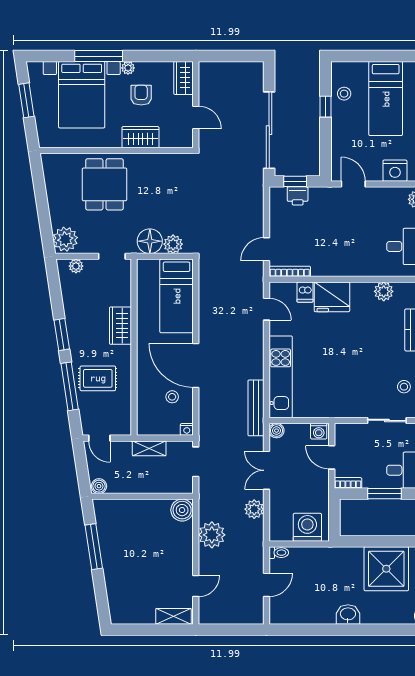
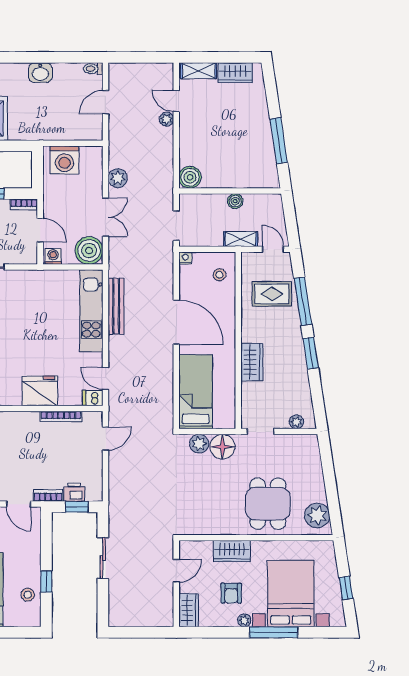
window: (26, 100) -> (346, 588), width x0.67
door: (196, 117) -> (176, 571), swing flipped
sliding door: (269, 130) -> (103, 558), width x0.54
bookcase: (324, 192) -> (48, 496), added
plant: (65, 239) -> (317, 515), moved
bookcase: (290, 271) -> (61, 416), moved
dishwasher: (305, 292) -> (93, 398), moved, turned -90
rug: (98, 378) -> (272, 294), moved
stool: (172, 397) -> (219, 275), moved
bench: (256, 408) -> (116, 306), moved
boiler: (276, 431) -> (89, 250), width x1.86, depth x1.86
shelving: (149, 448) -> (241, 239), moved
boiler: (99, 486) -> (235, 201), moved
plant: (212, 535) -> (167, 119), moved, width x0.53, depth x0.53
toilet: (279, 553) -> (93, 69), moved
door: (196, 586) -> (176, 101), hinge flipped
wardrobe: (137, 614) -> (235, 73), added
washbasin: (348, 614) -> (40, 73), moved

